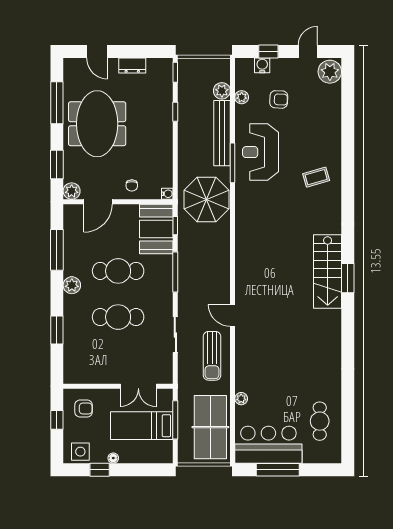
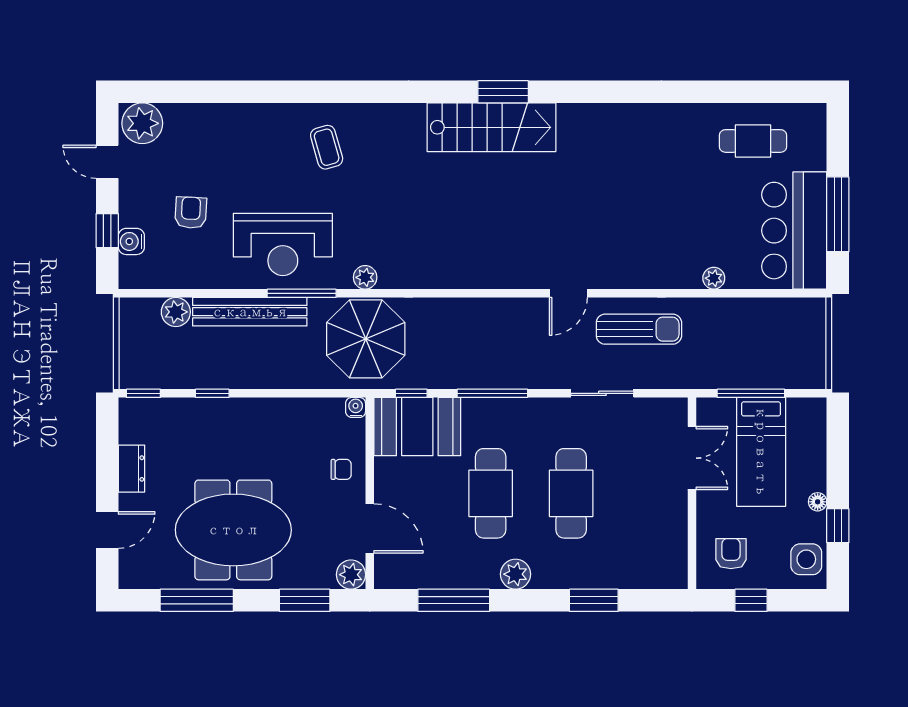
plant: (242, 97) -> (365, 277), moved
table tennis table: (210, 427) -> (764, 332), removed

